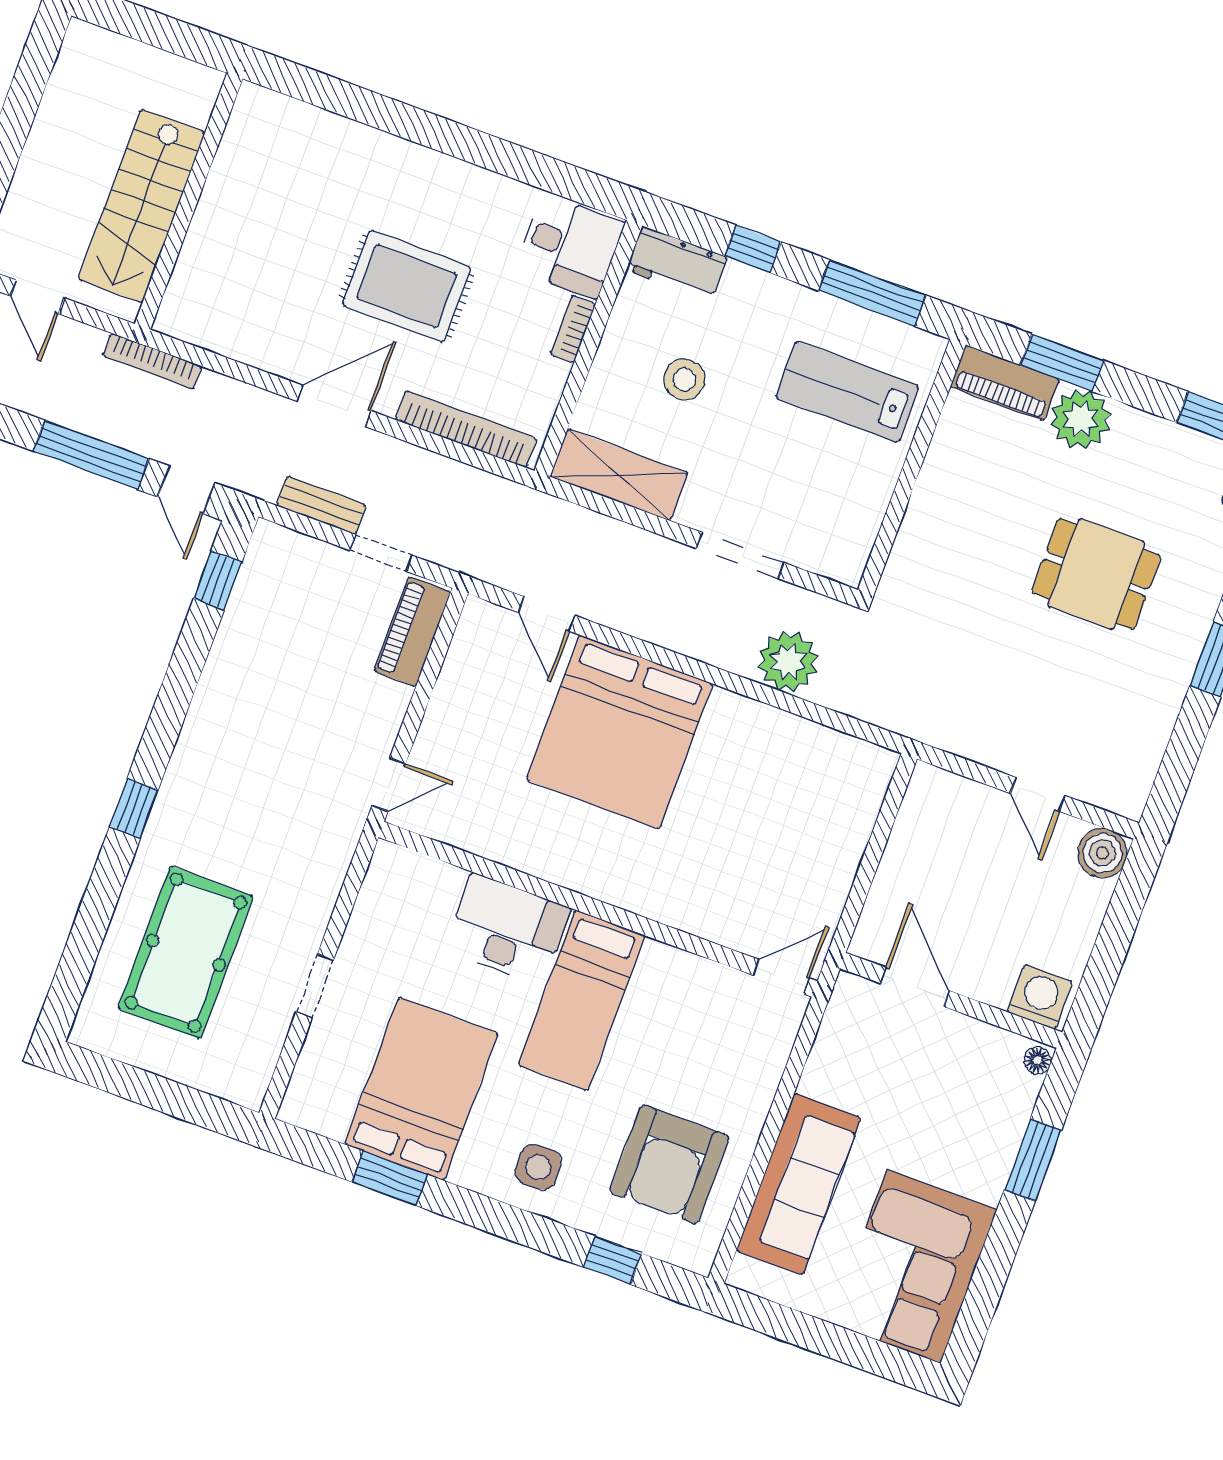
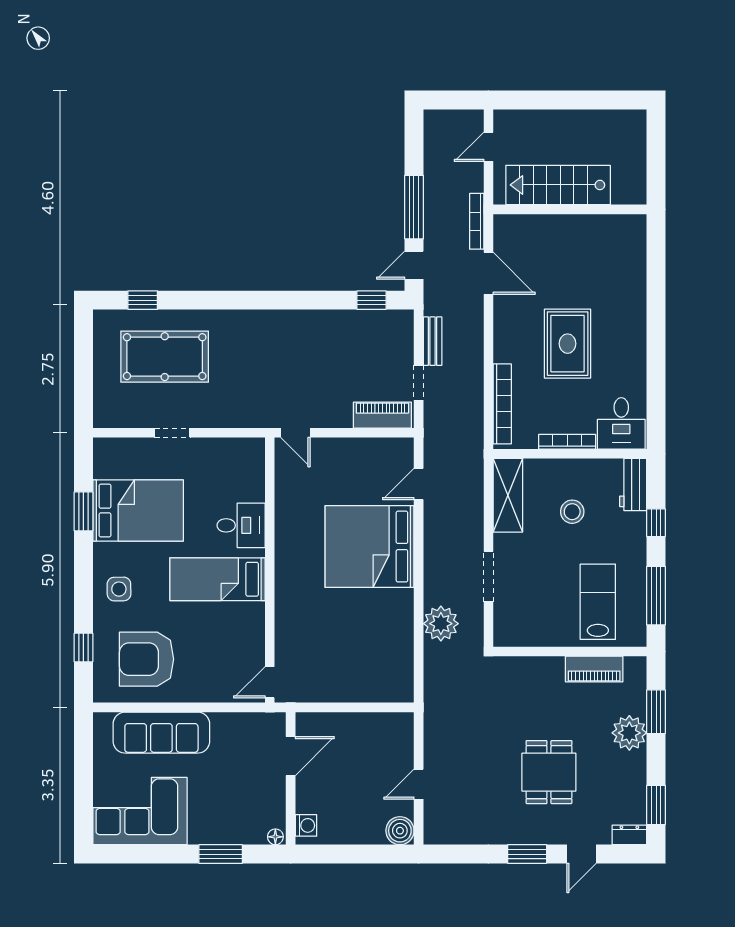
bookcase: (573, 329) -> (567, 442), width x1.56
piano: (1005, 383) -> (594, 669), moved, turned -90
door: (334, 406) -> (488, 273), moved
window: (134, 808) -> (143, 300), moved
desk: (508, 929) -> (241, 525), width x0.73
door: (781, 977) -> (270, 682), swing flipped
washing machine: (1040, 997) -> (306, 825), width x0.73, depth x0.73

